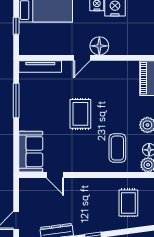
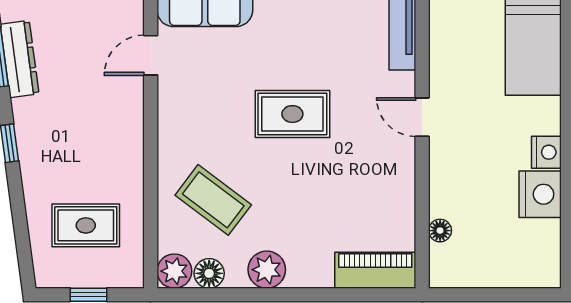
floor lamp: (99, 46) -> (440, 231), moved, width x0.53, depth x0.53
coffee table: (117, 148) -> (213, 200), turned 37

